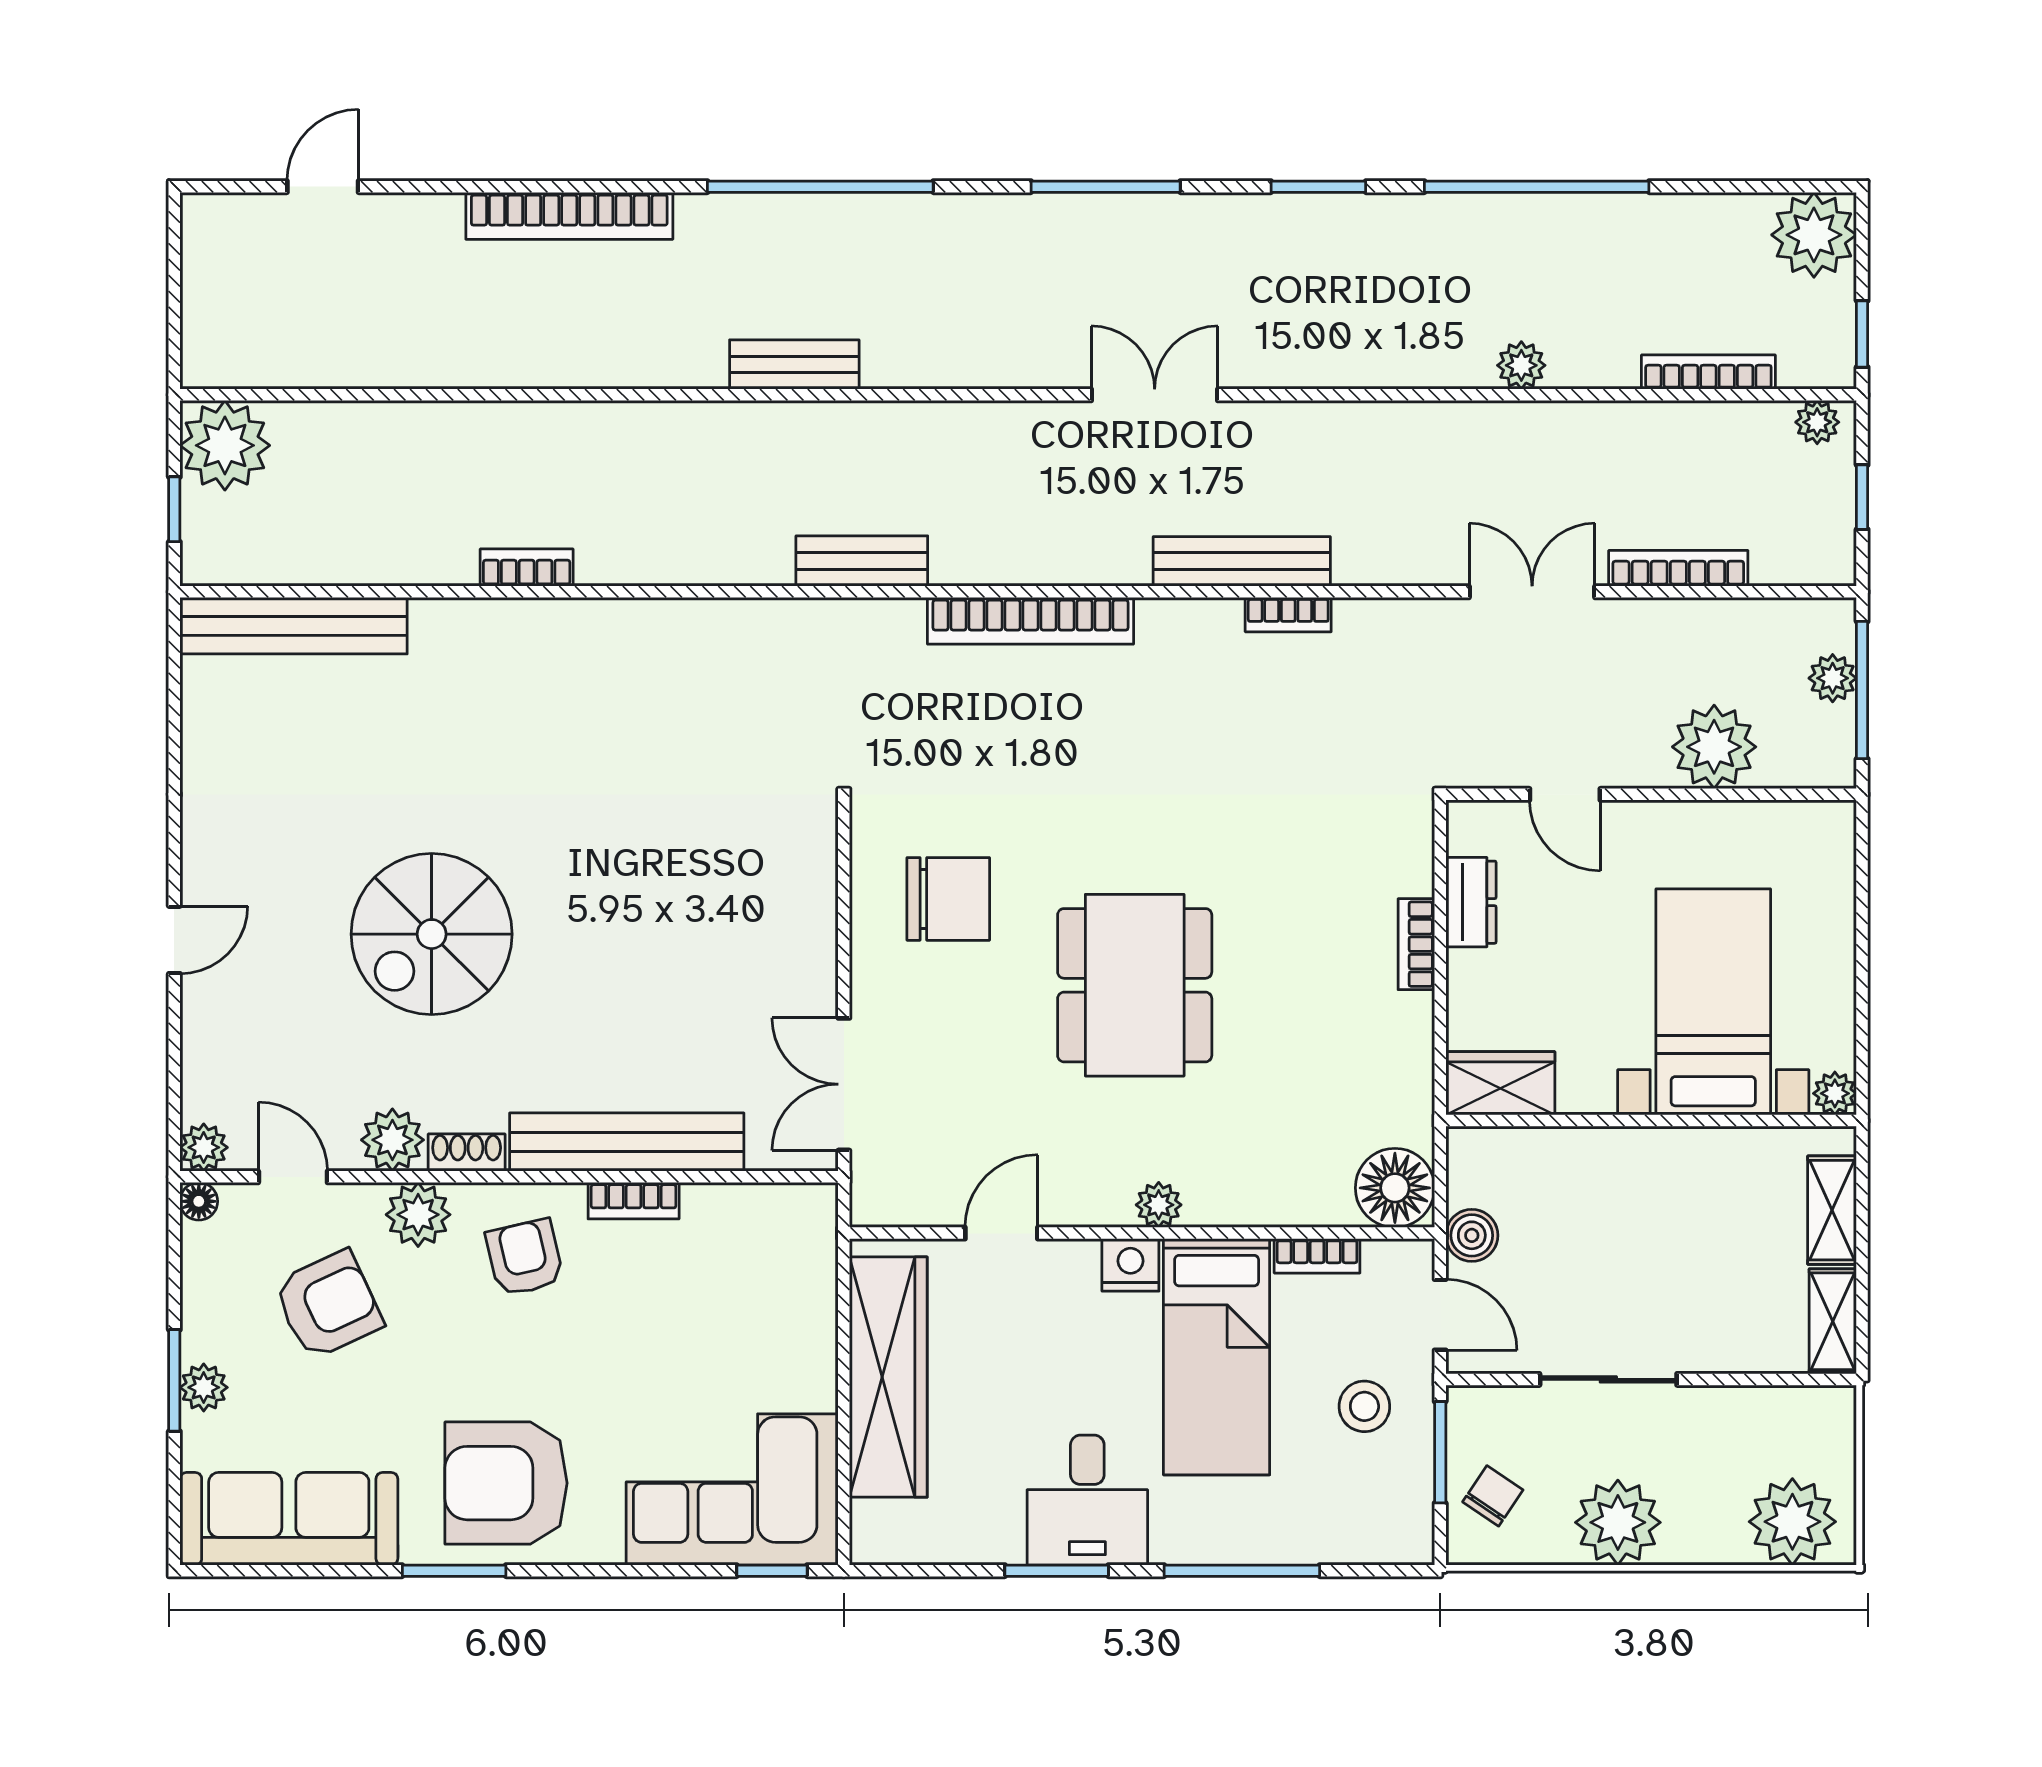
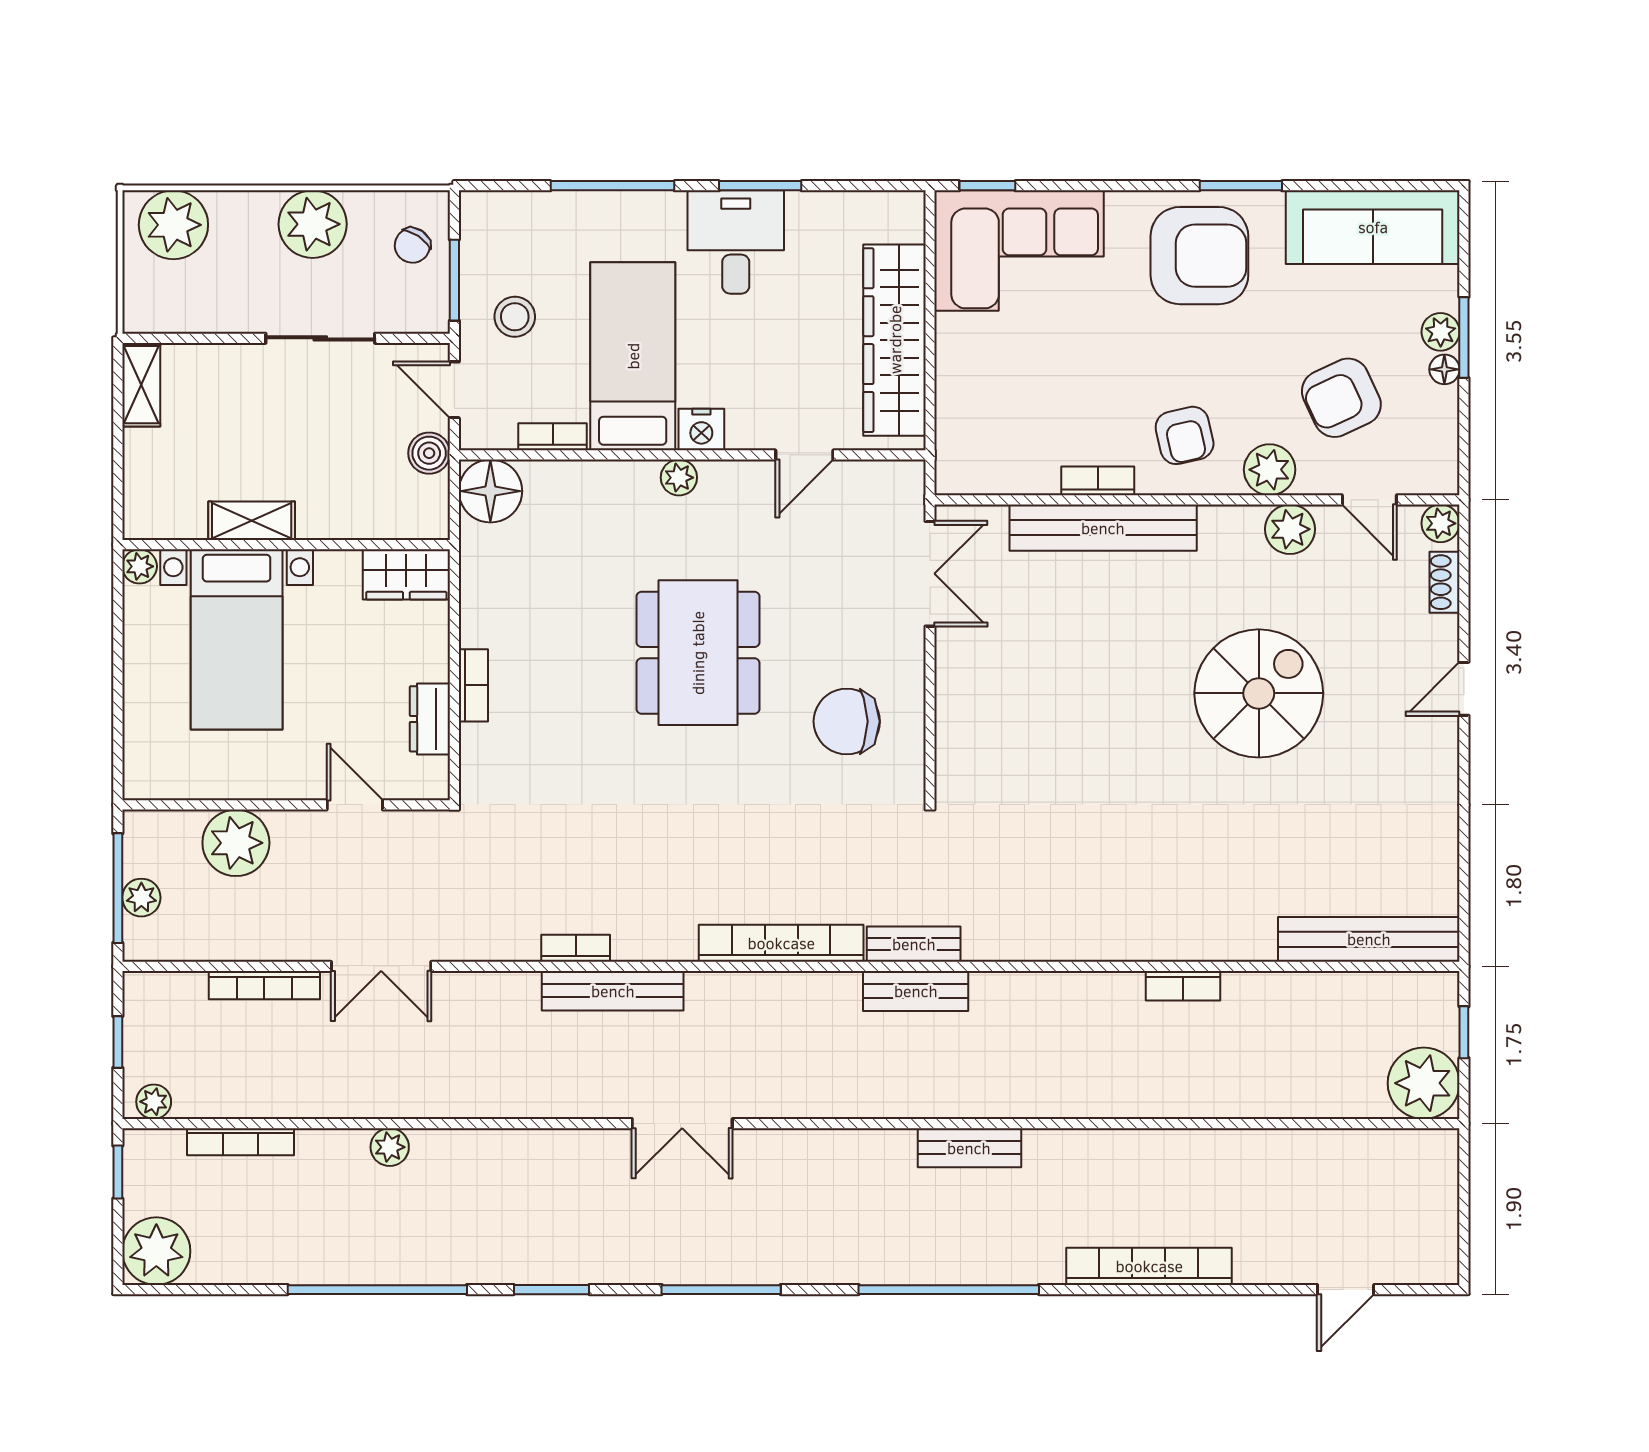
bench: (864, 620) -> (914, 944), added
shoe rack: (467, 1153) -> (1445, 582), moved, turned 90
floor lamp: (199, 1201) -> (1444, 369), moved
shelving: (1832, 1210) -> (252, 521), moved, turned 90

